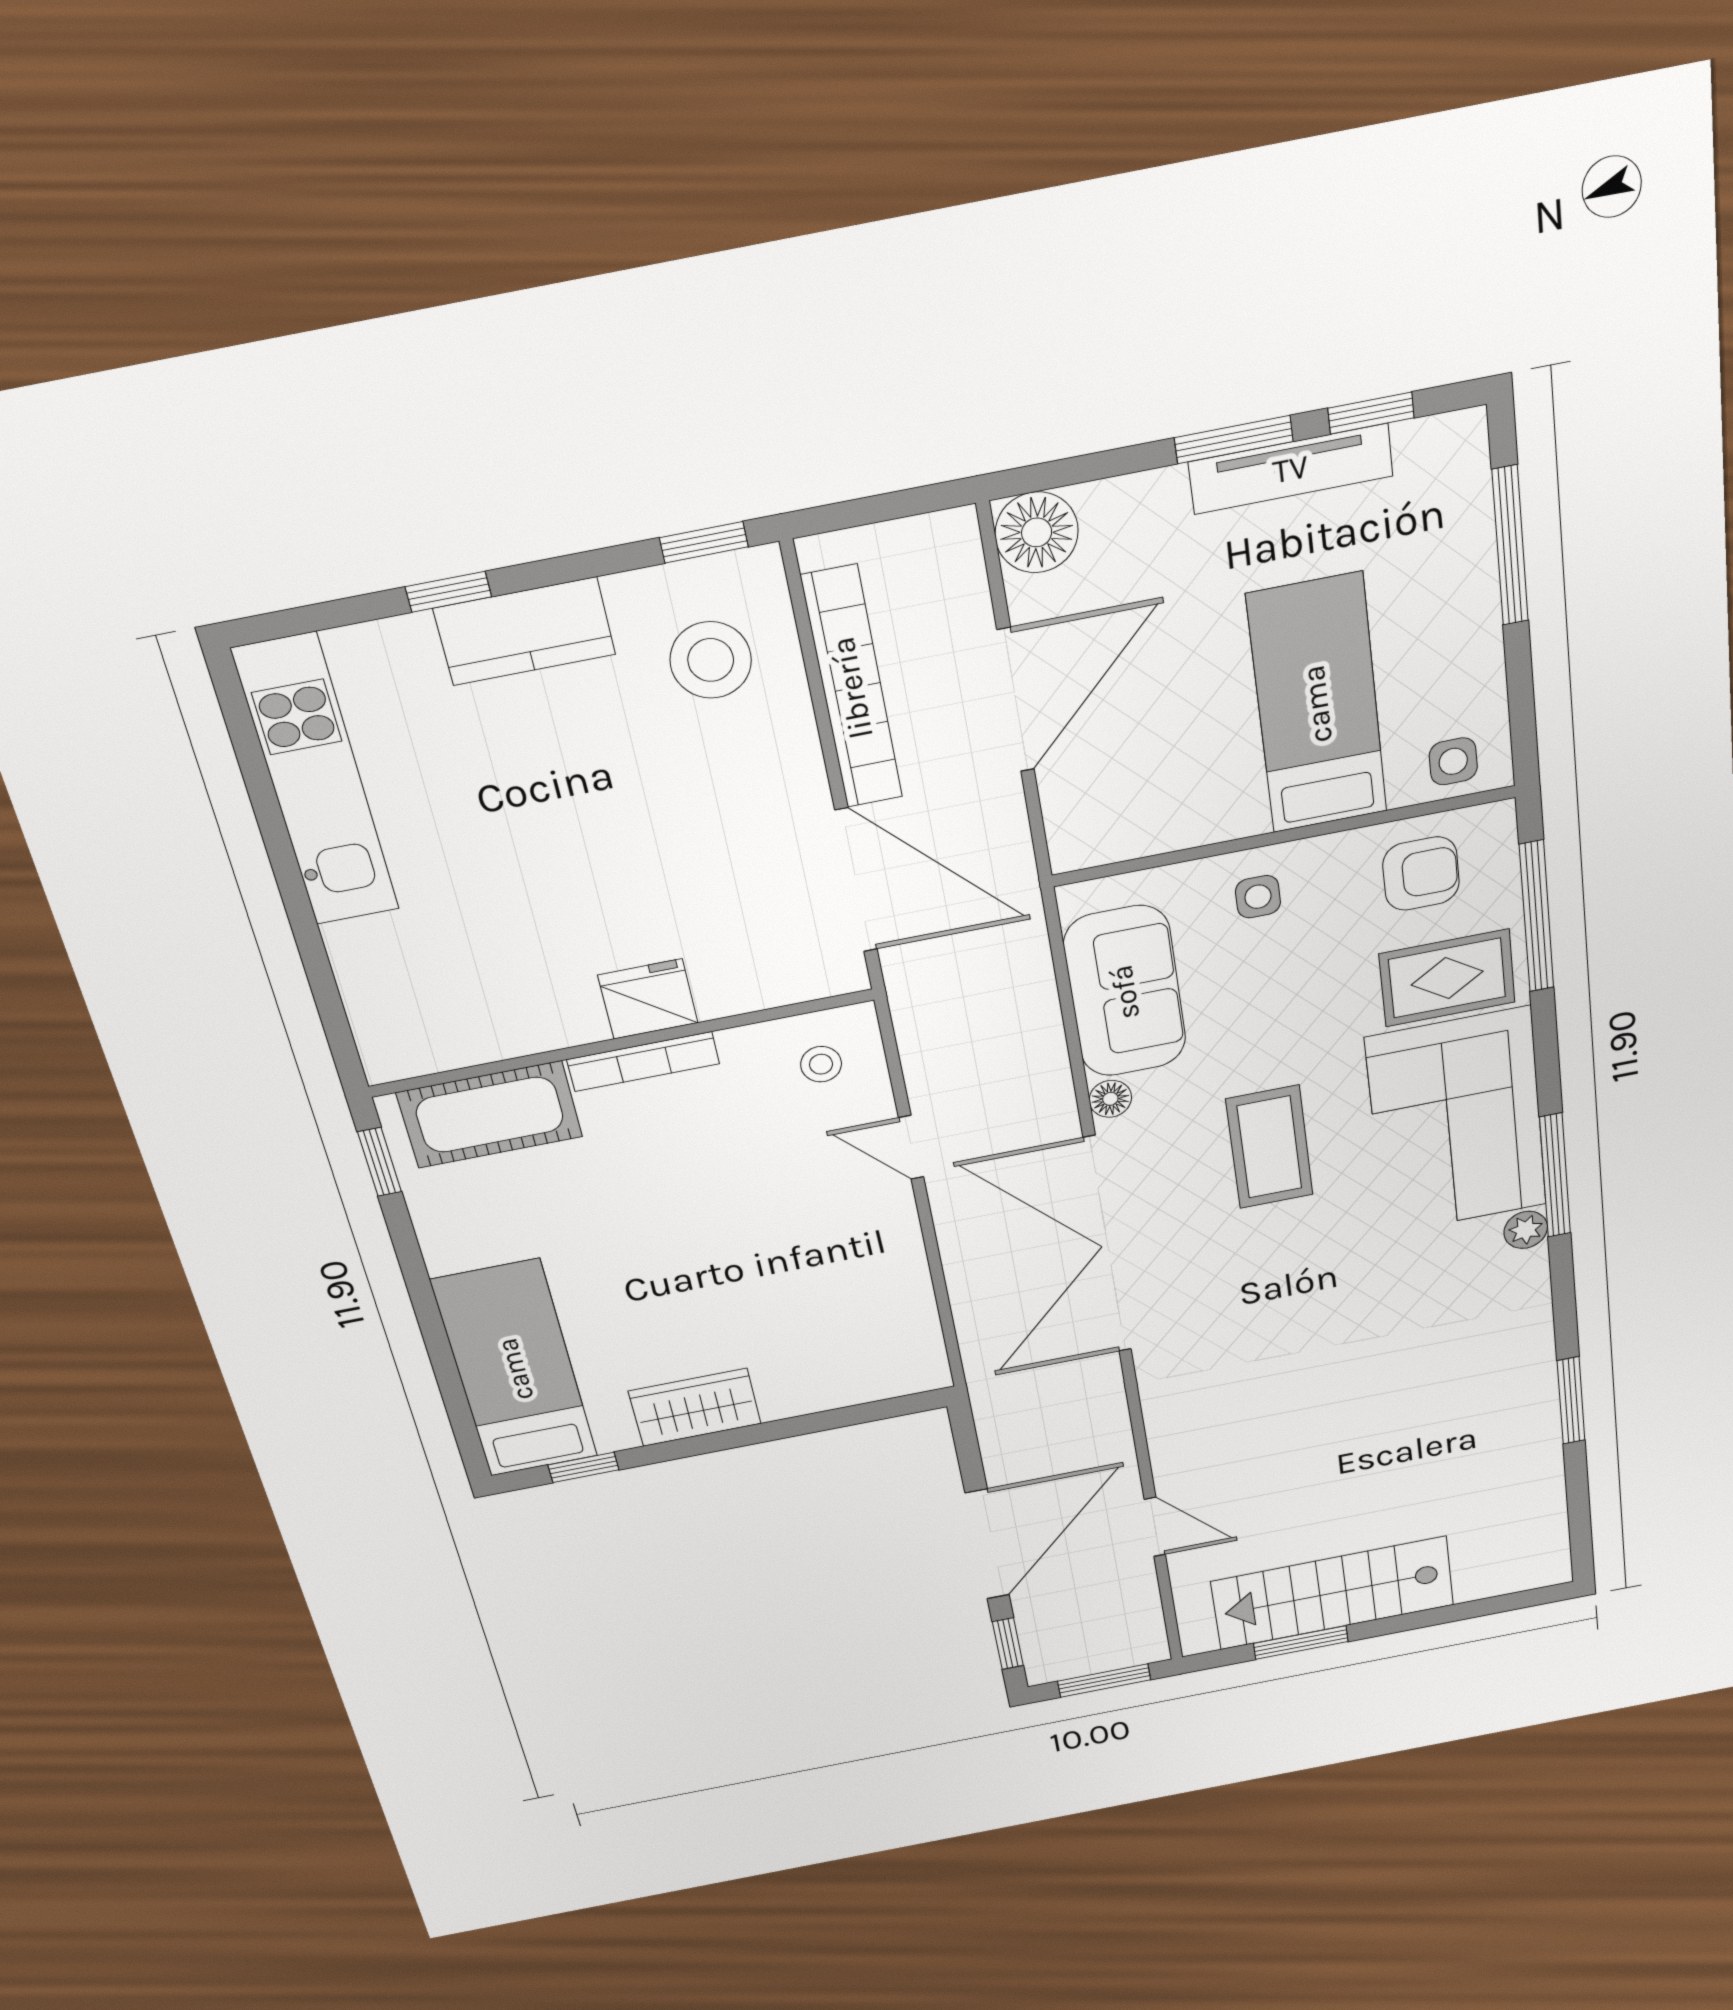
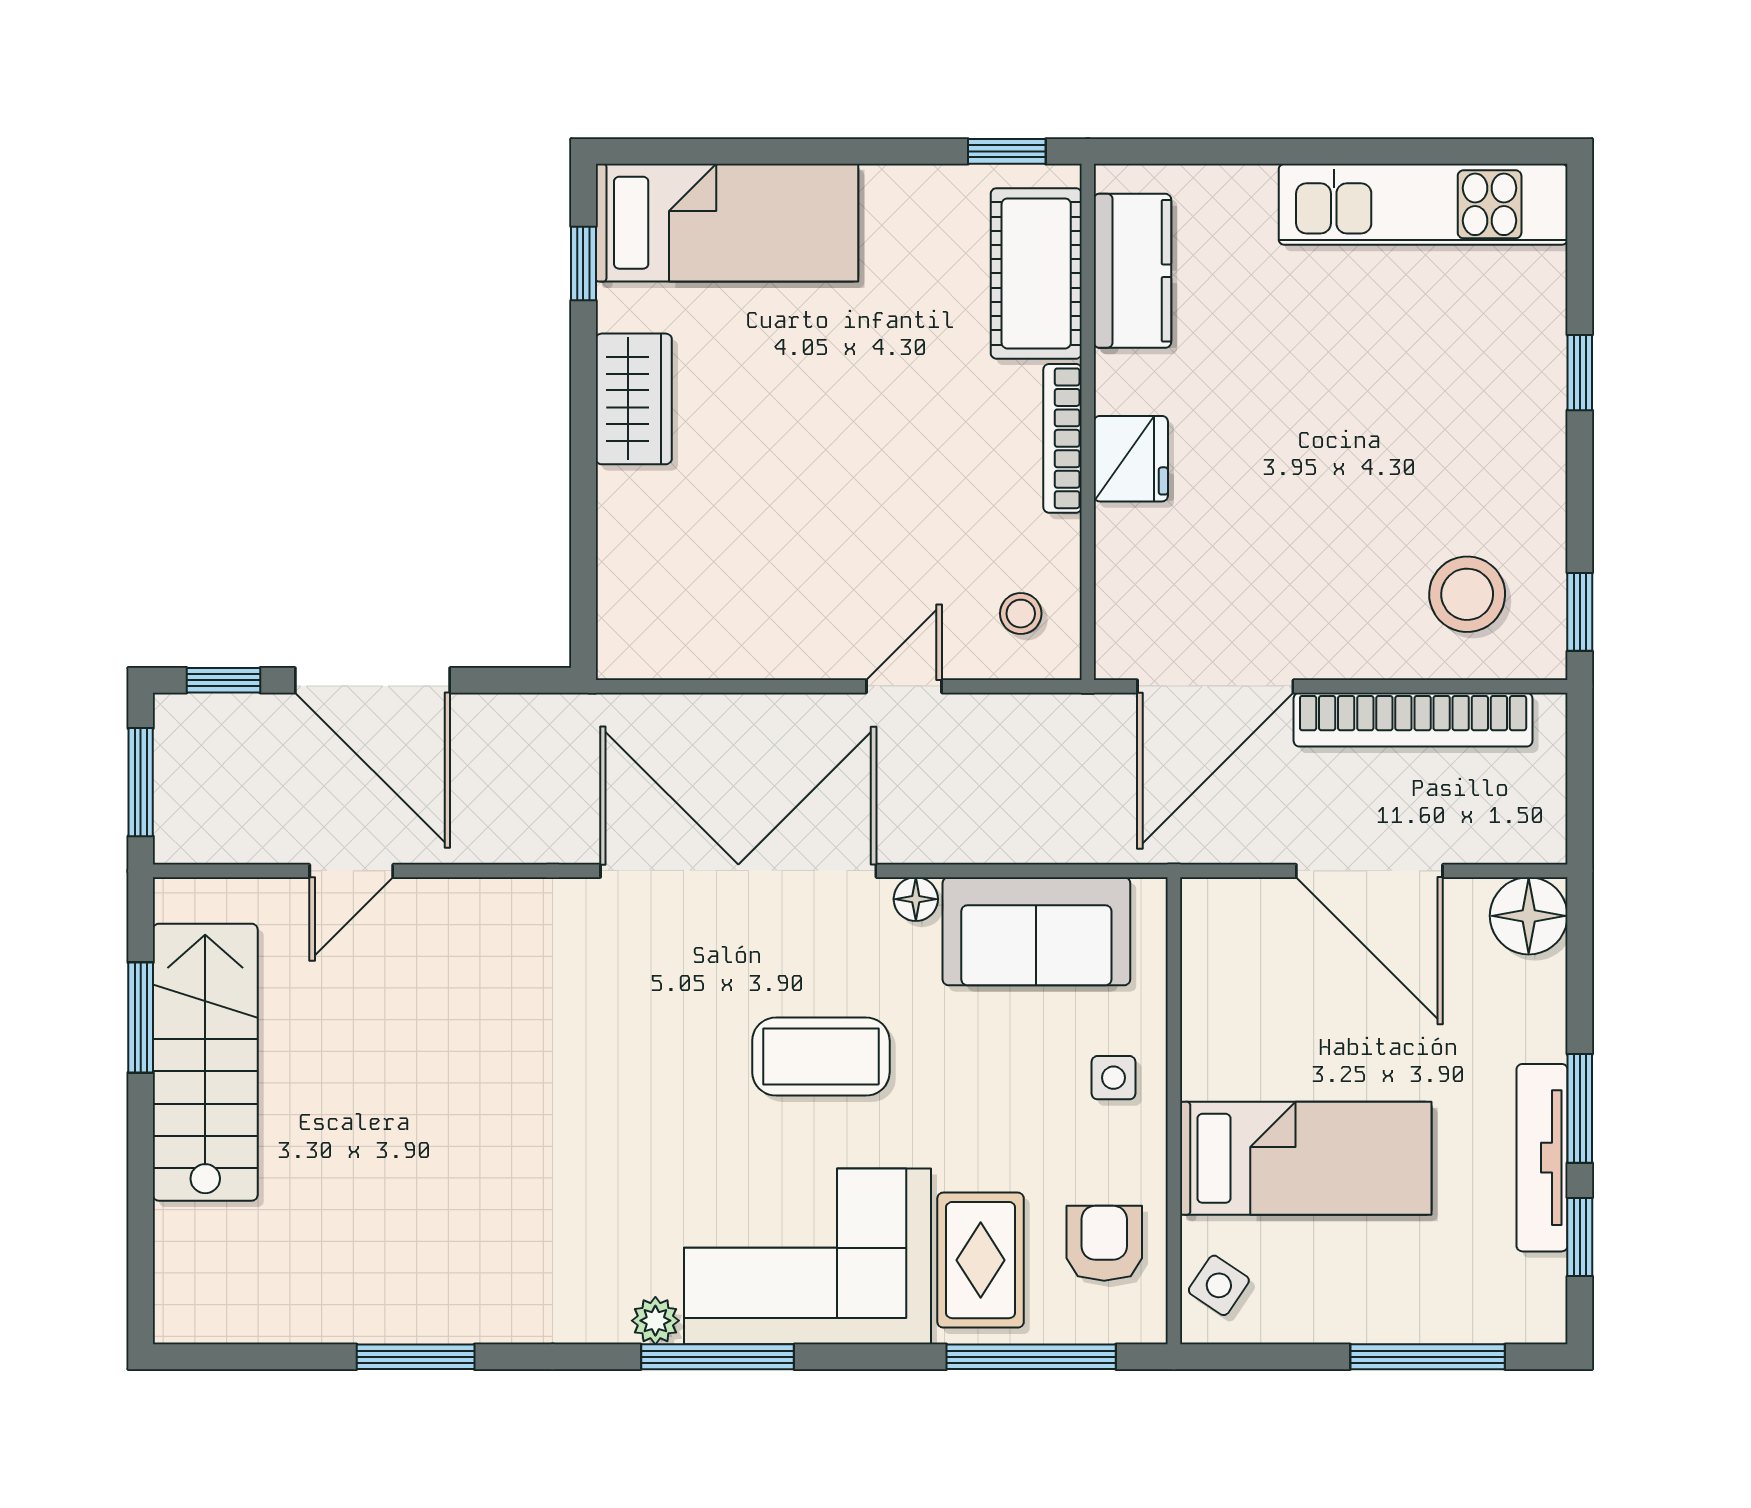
kitchen counter: (525, 631) -> (1132, 271), moved, turned 180
side table: (1453, 761) -> (1219, 1285), turned 34
armchair: (1421, 874) -> (1104, 1243), turned 180

